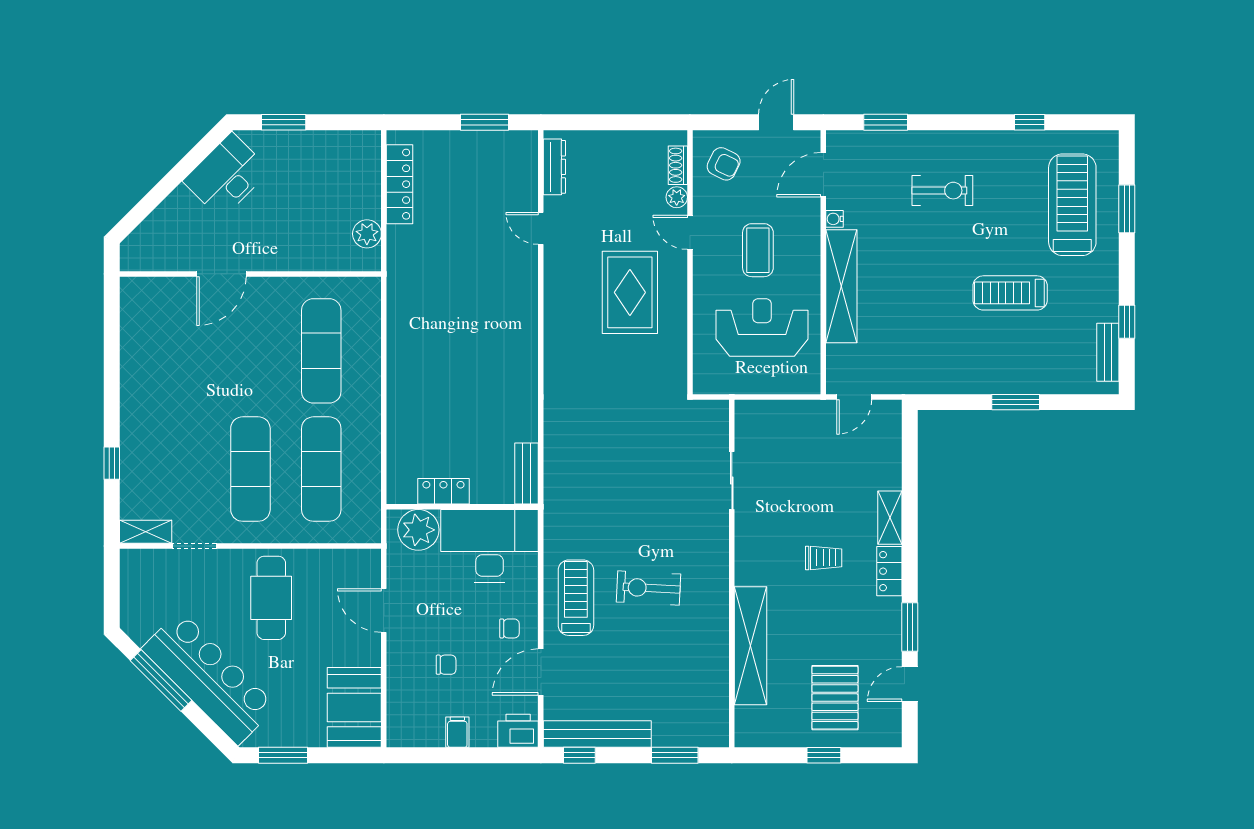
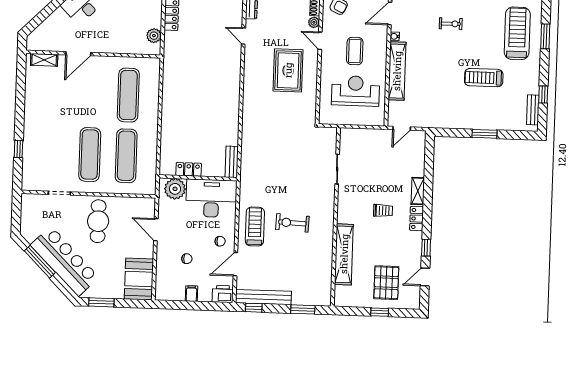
exercise bike: (942, 191) -> (451, 24), width x0.73, depth x0.72
shelving: (146, 532) -> (44, 60), moved
window: (910, 627) -> (426, 248), width x0.67

